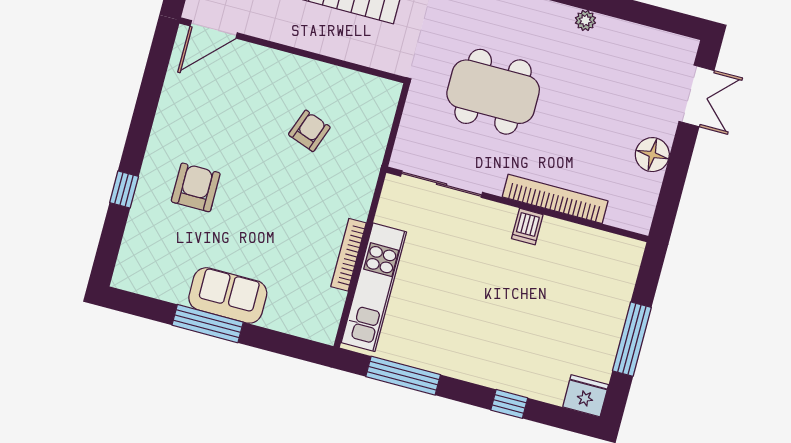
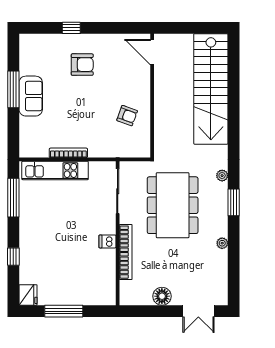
door: (214, 29) -> (152, 52), moved
wall: (292, 50) -> (152, 96), moved
dining table: (493, 92) -> (173, 205), width x1.36, depth x1.24

